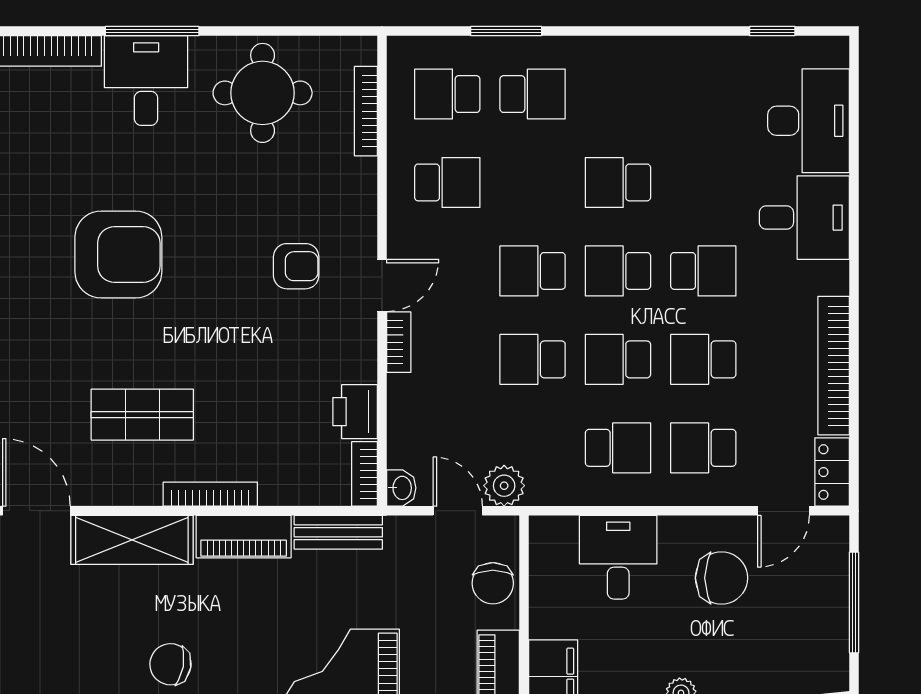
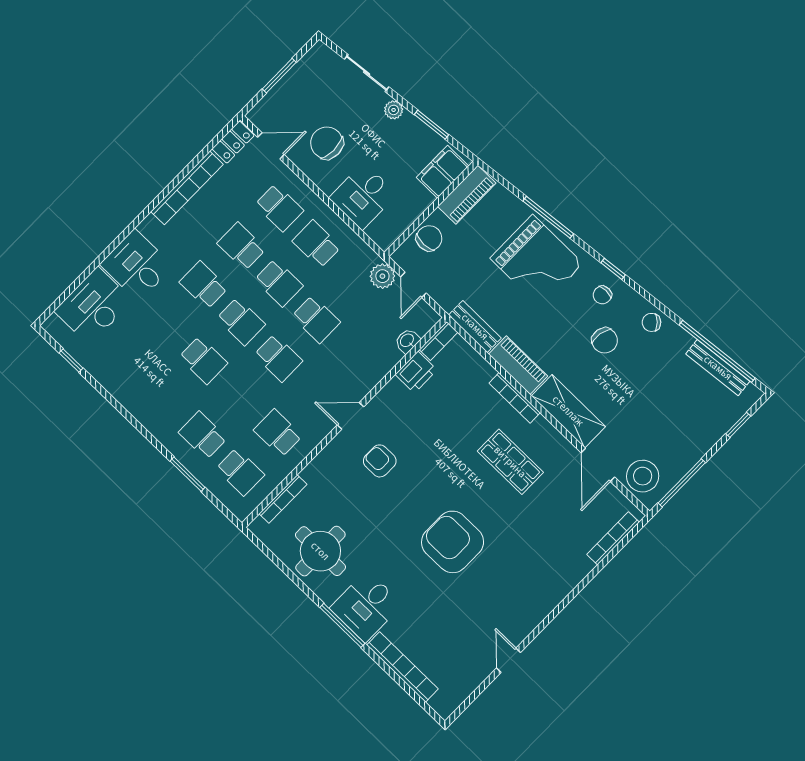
bookcase: (399, 342) -> (367, 384), removed
school desk: (703, 359) -> (241, 246), turned 180
washbasin: (401, 488) -> (407, 341), moved
window: (854, 602) -> (279, 76), width x0.69

